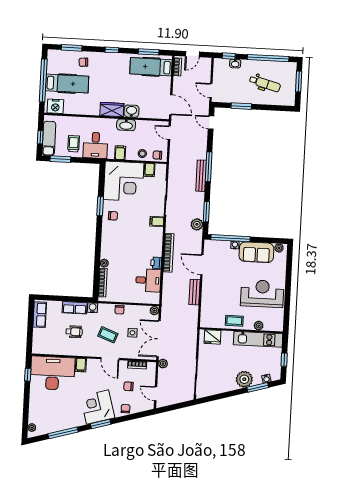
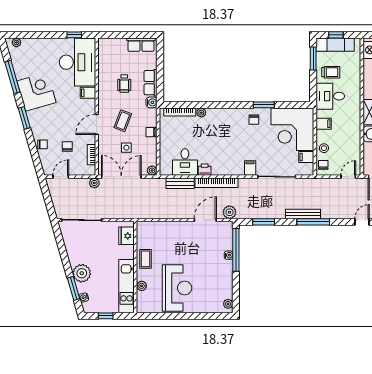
washbasin: (126, 125) -> (355, 129), removed
plant: (197, 224) -> (229, 212), moved
sofa: (256, 252) -> (222, 279), removed
bench: (194, 292) -> (180, 183), moved
corner desk: (97, 407) -> (36, 92), moved

